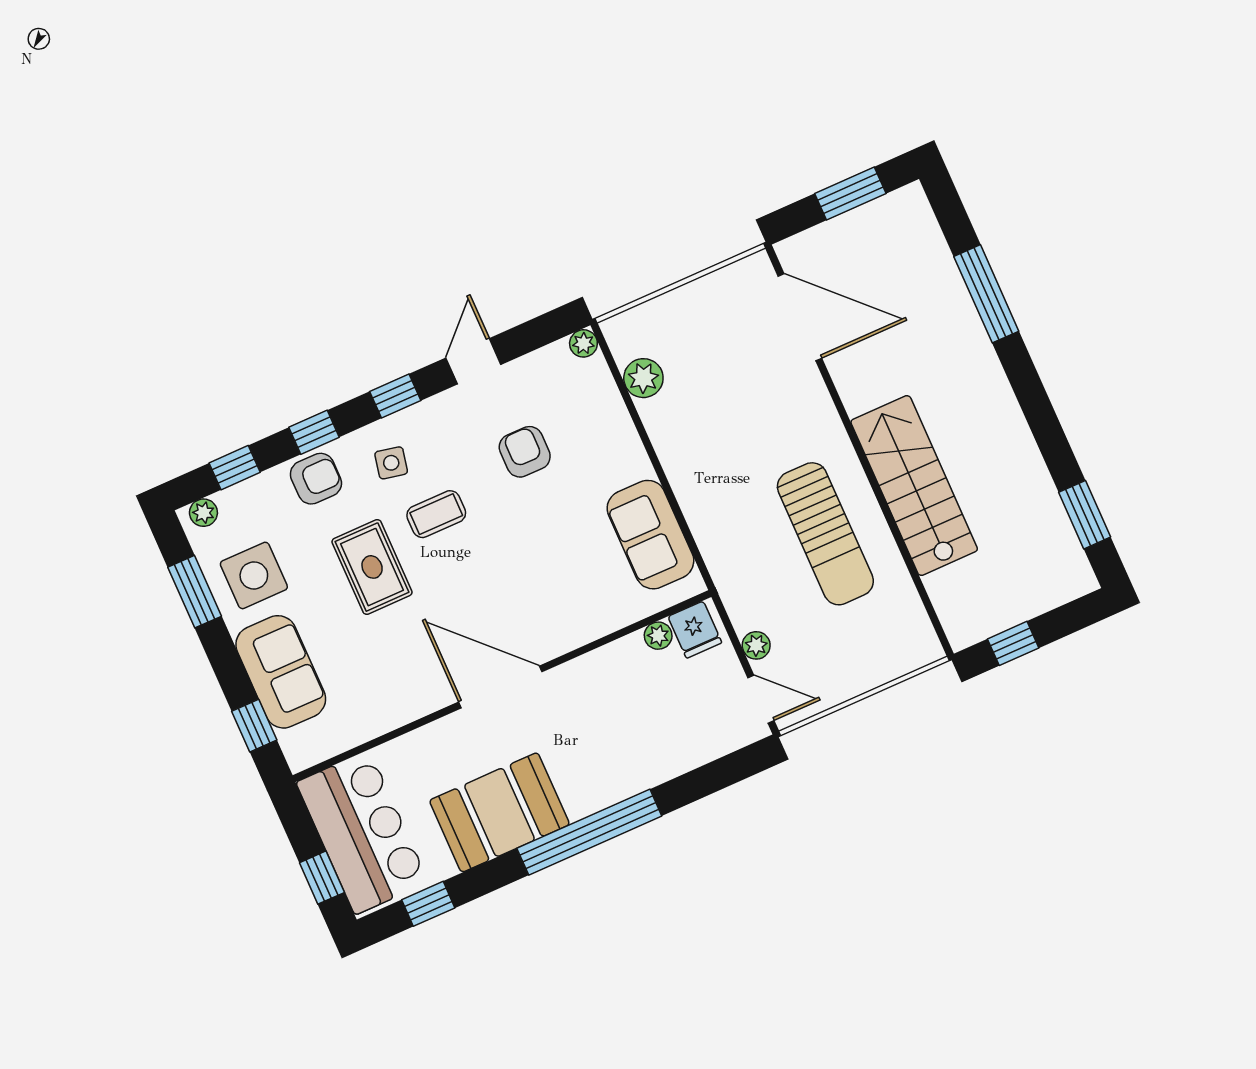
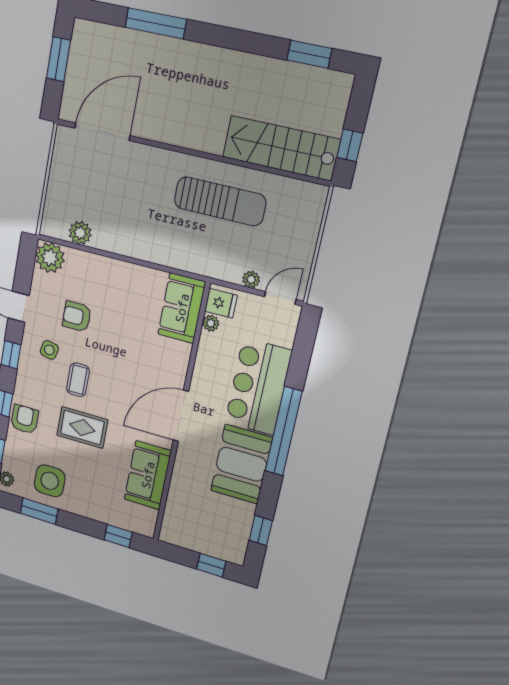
plant: (583, 343) -> (50, 258), width x1.88, depth x1.88
side table: (391, 463) -> (49, 350), moved
stairs: (914, 485) -> (281, 148), moved
sofa: (650, 535) -> (182, 308), moved, turned 90
sofa: (281, 672) -> (148, 475), moved, turned -90
bar counter: (362, 832) -> (258, 387), moved, turned -90

